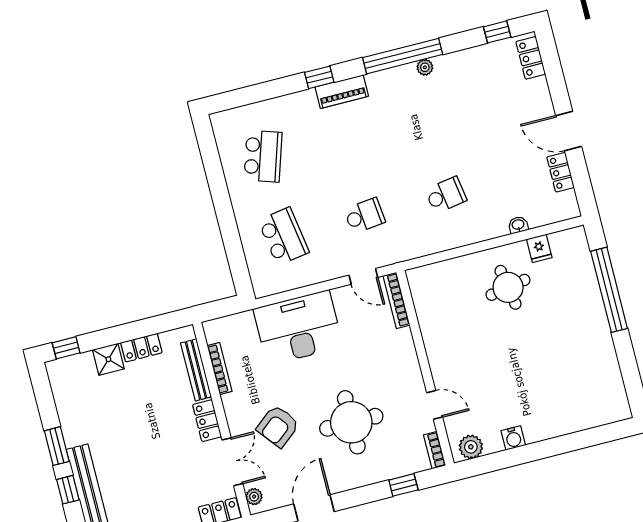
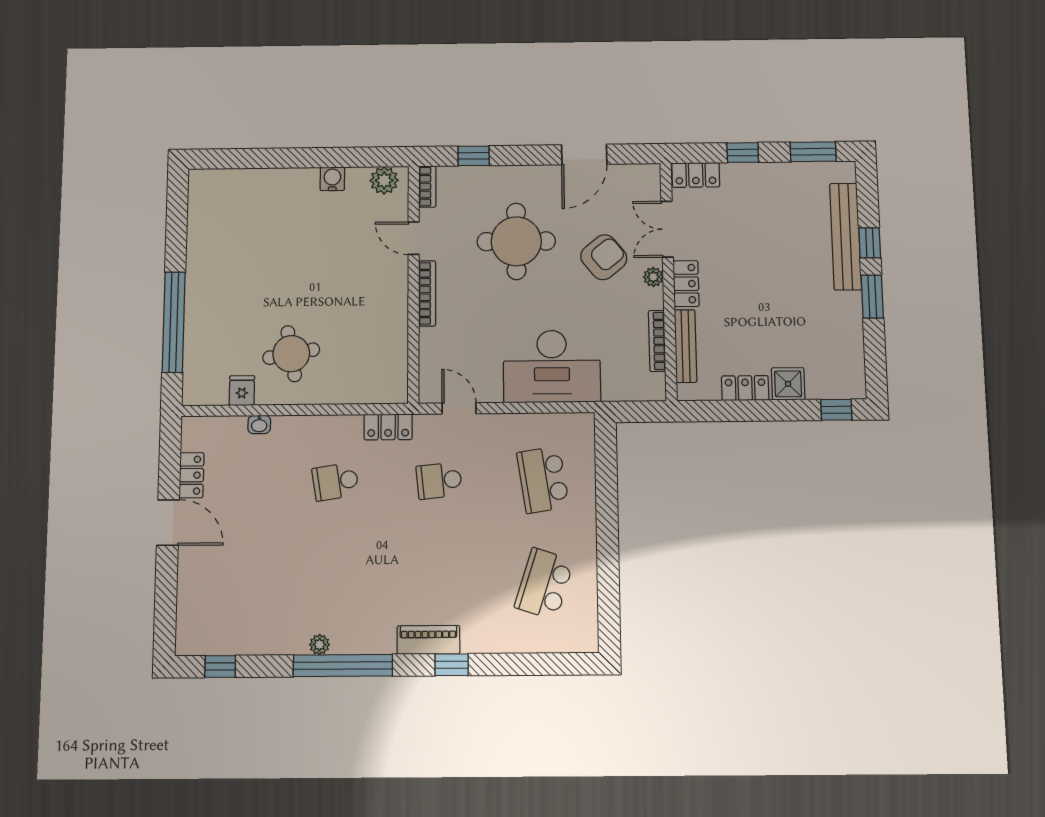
locker: (531, 58) -> (388, 427), moved, turned 90
bookcase: (396, 300) -> (427, 293), moved
plant: (254, 497) -> (653, 277), moved

